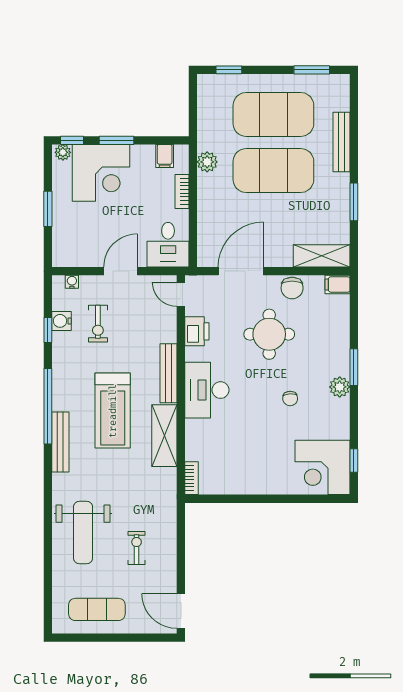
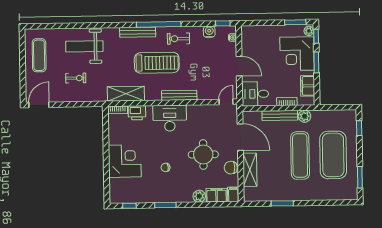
bench: (342, 142) -> (280, 116), moved
filing cabinet: (165, 156) -> (308, 86), width x2.00
exercise mat: (273, 171) -> (300, 155), width x0.68
window: (48, 209) -> (295, 22), moved
shelving: (322, 256) -> (250, 170), moved
filing cabinet: (338, 313) -> (217, 195), added
exercise bike: (98, 324) -> (178, 39), moved
window: (48, 330) -> (223, 23), moved
printer: (197, 331) -> (137, 113), moved
window: (354, 367) -> (165, 205), moved
plant: (340, 387) -> (199, 196), moved
treadmill: (113, 411) -> (157, 63), turned 180
shelving: (164, 436) -> (126, 94), moved
corner desk: (323, 467) -> (125, 161), moved, turned 90

